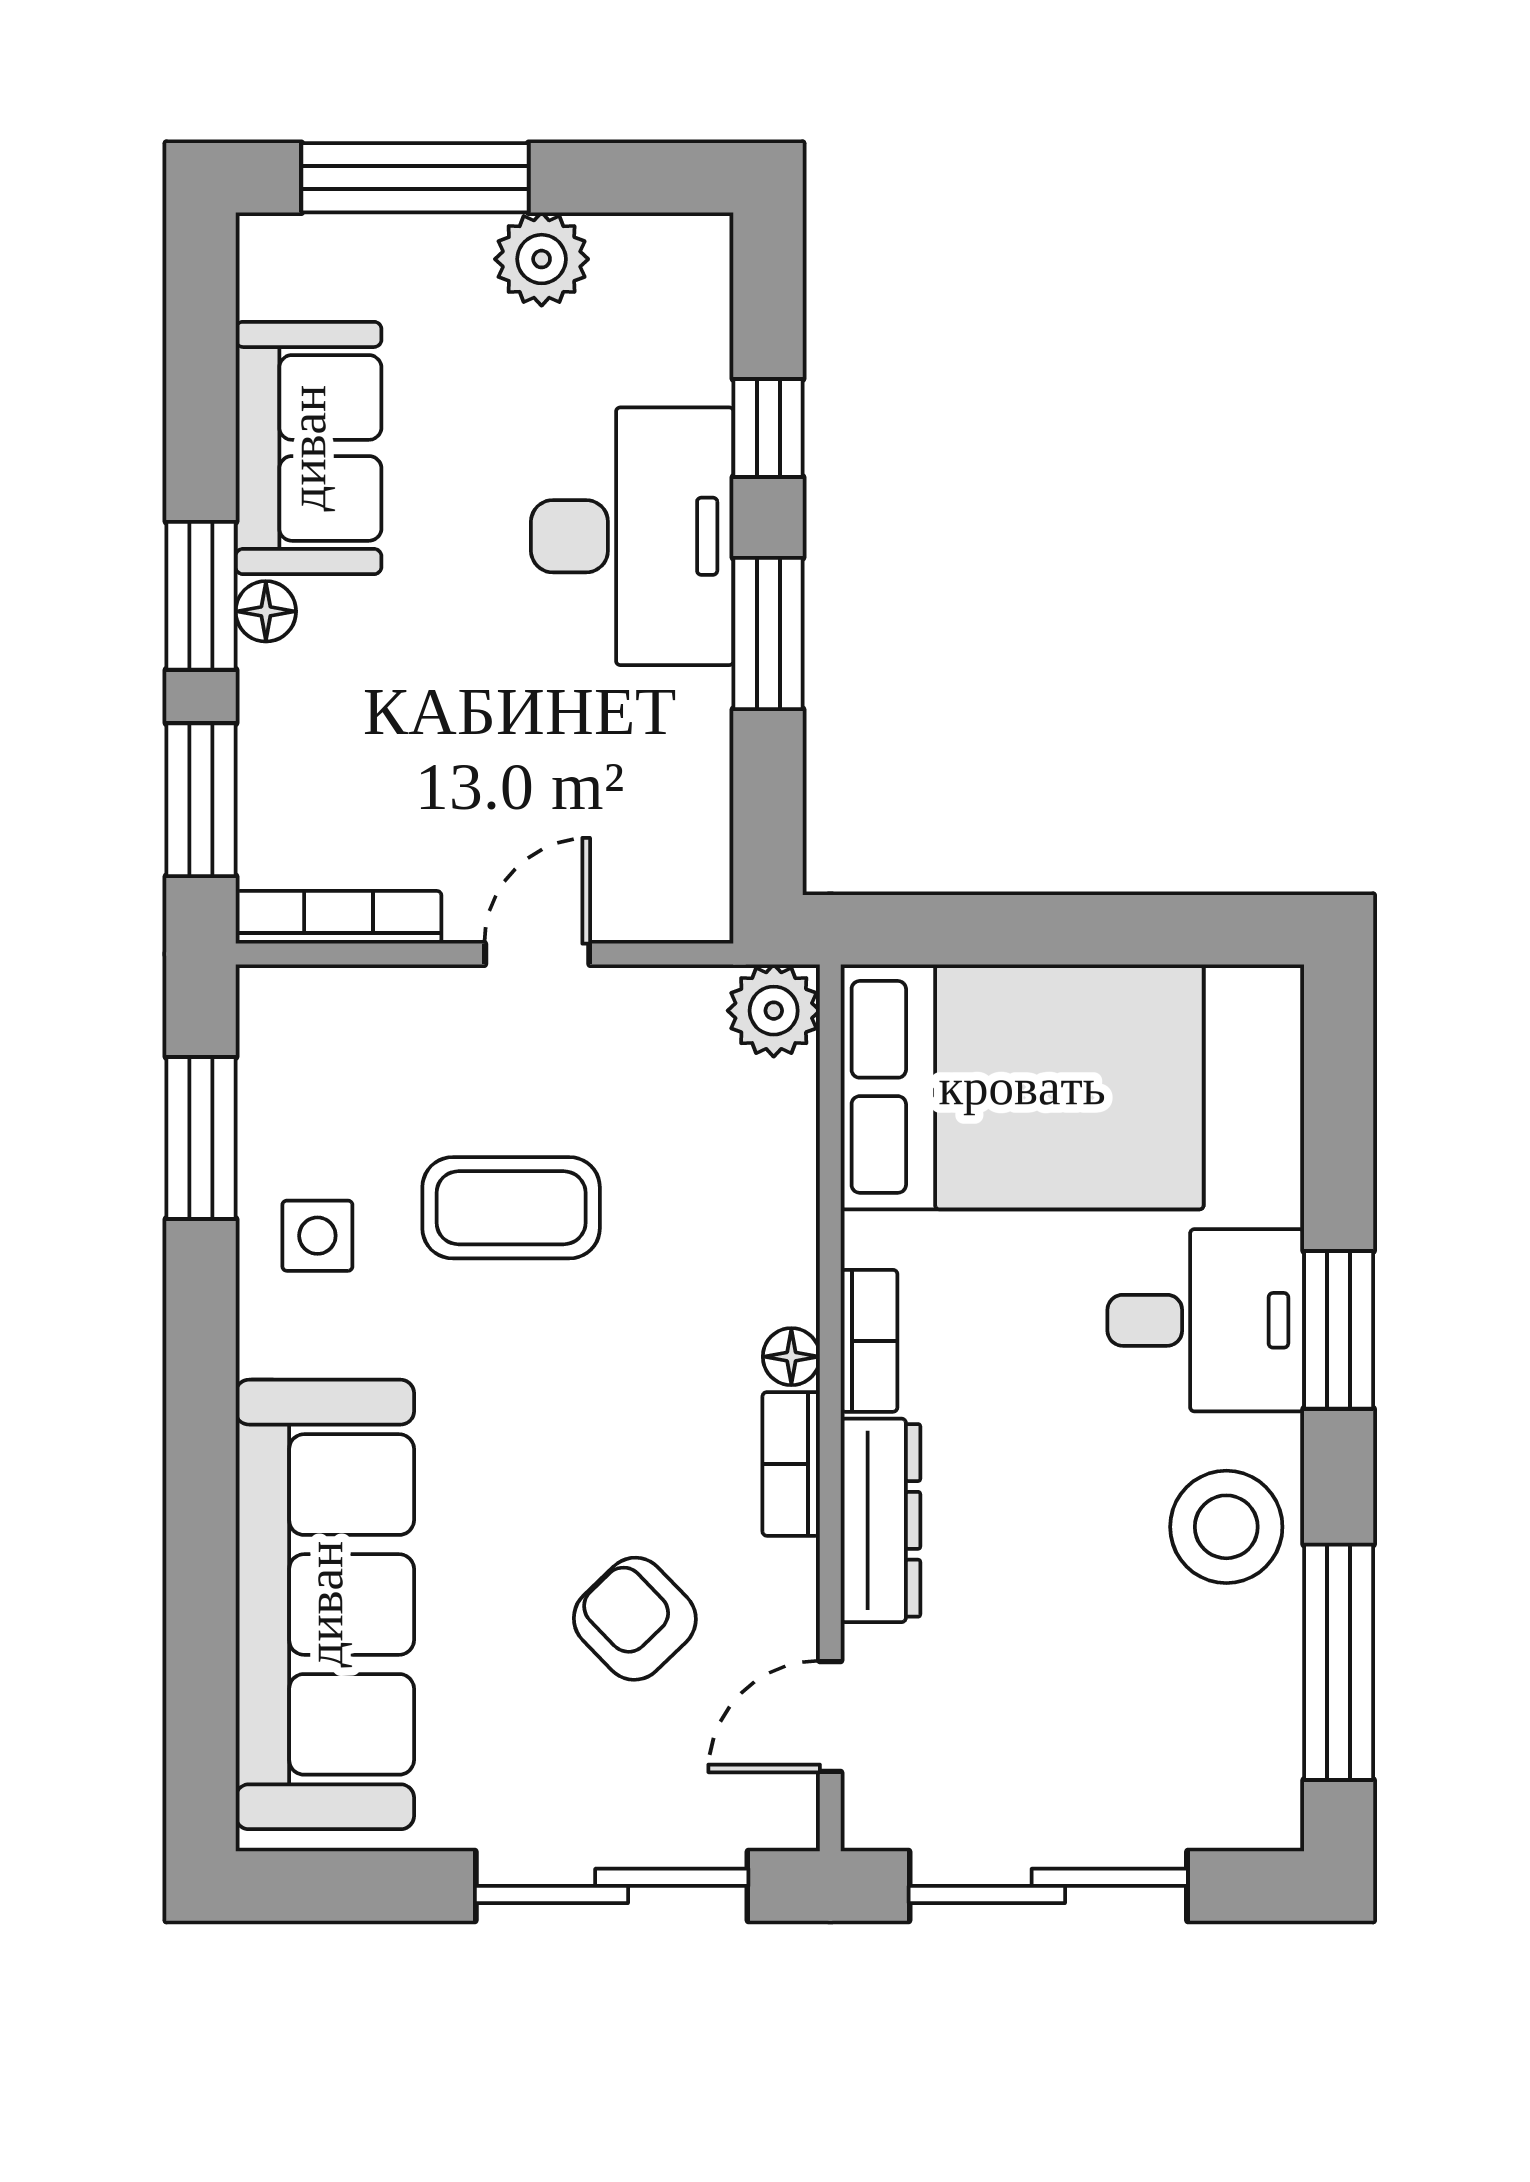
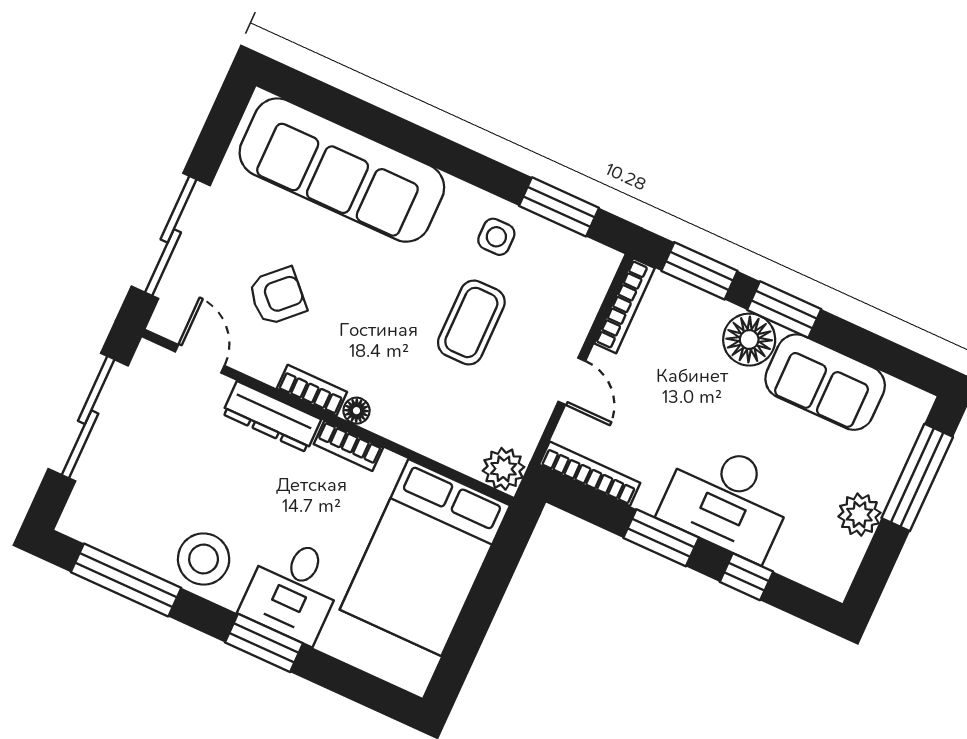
floor lamp: (266, 611) -> (749, 340), width x1.89, depth x1.89
bookcase: (705, 834) -> (590, 474), added

